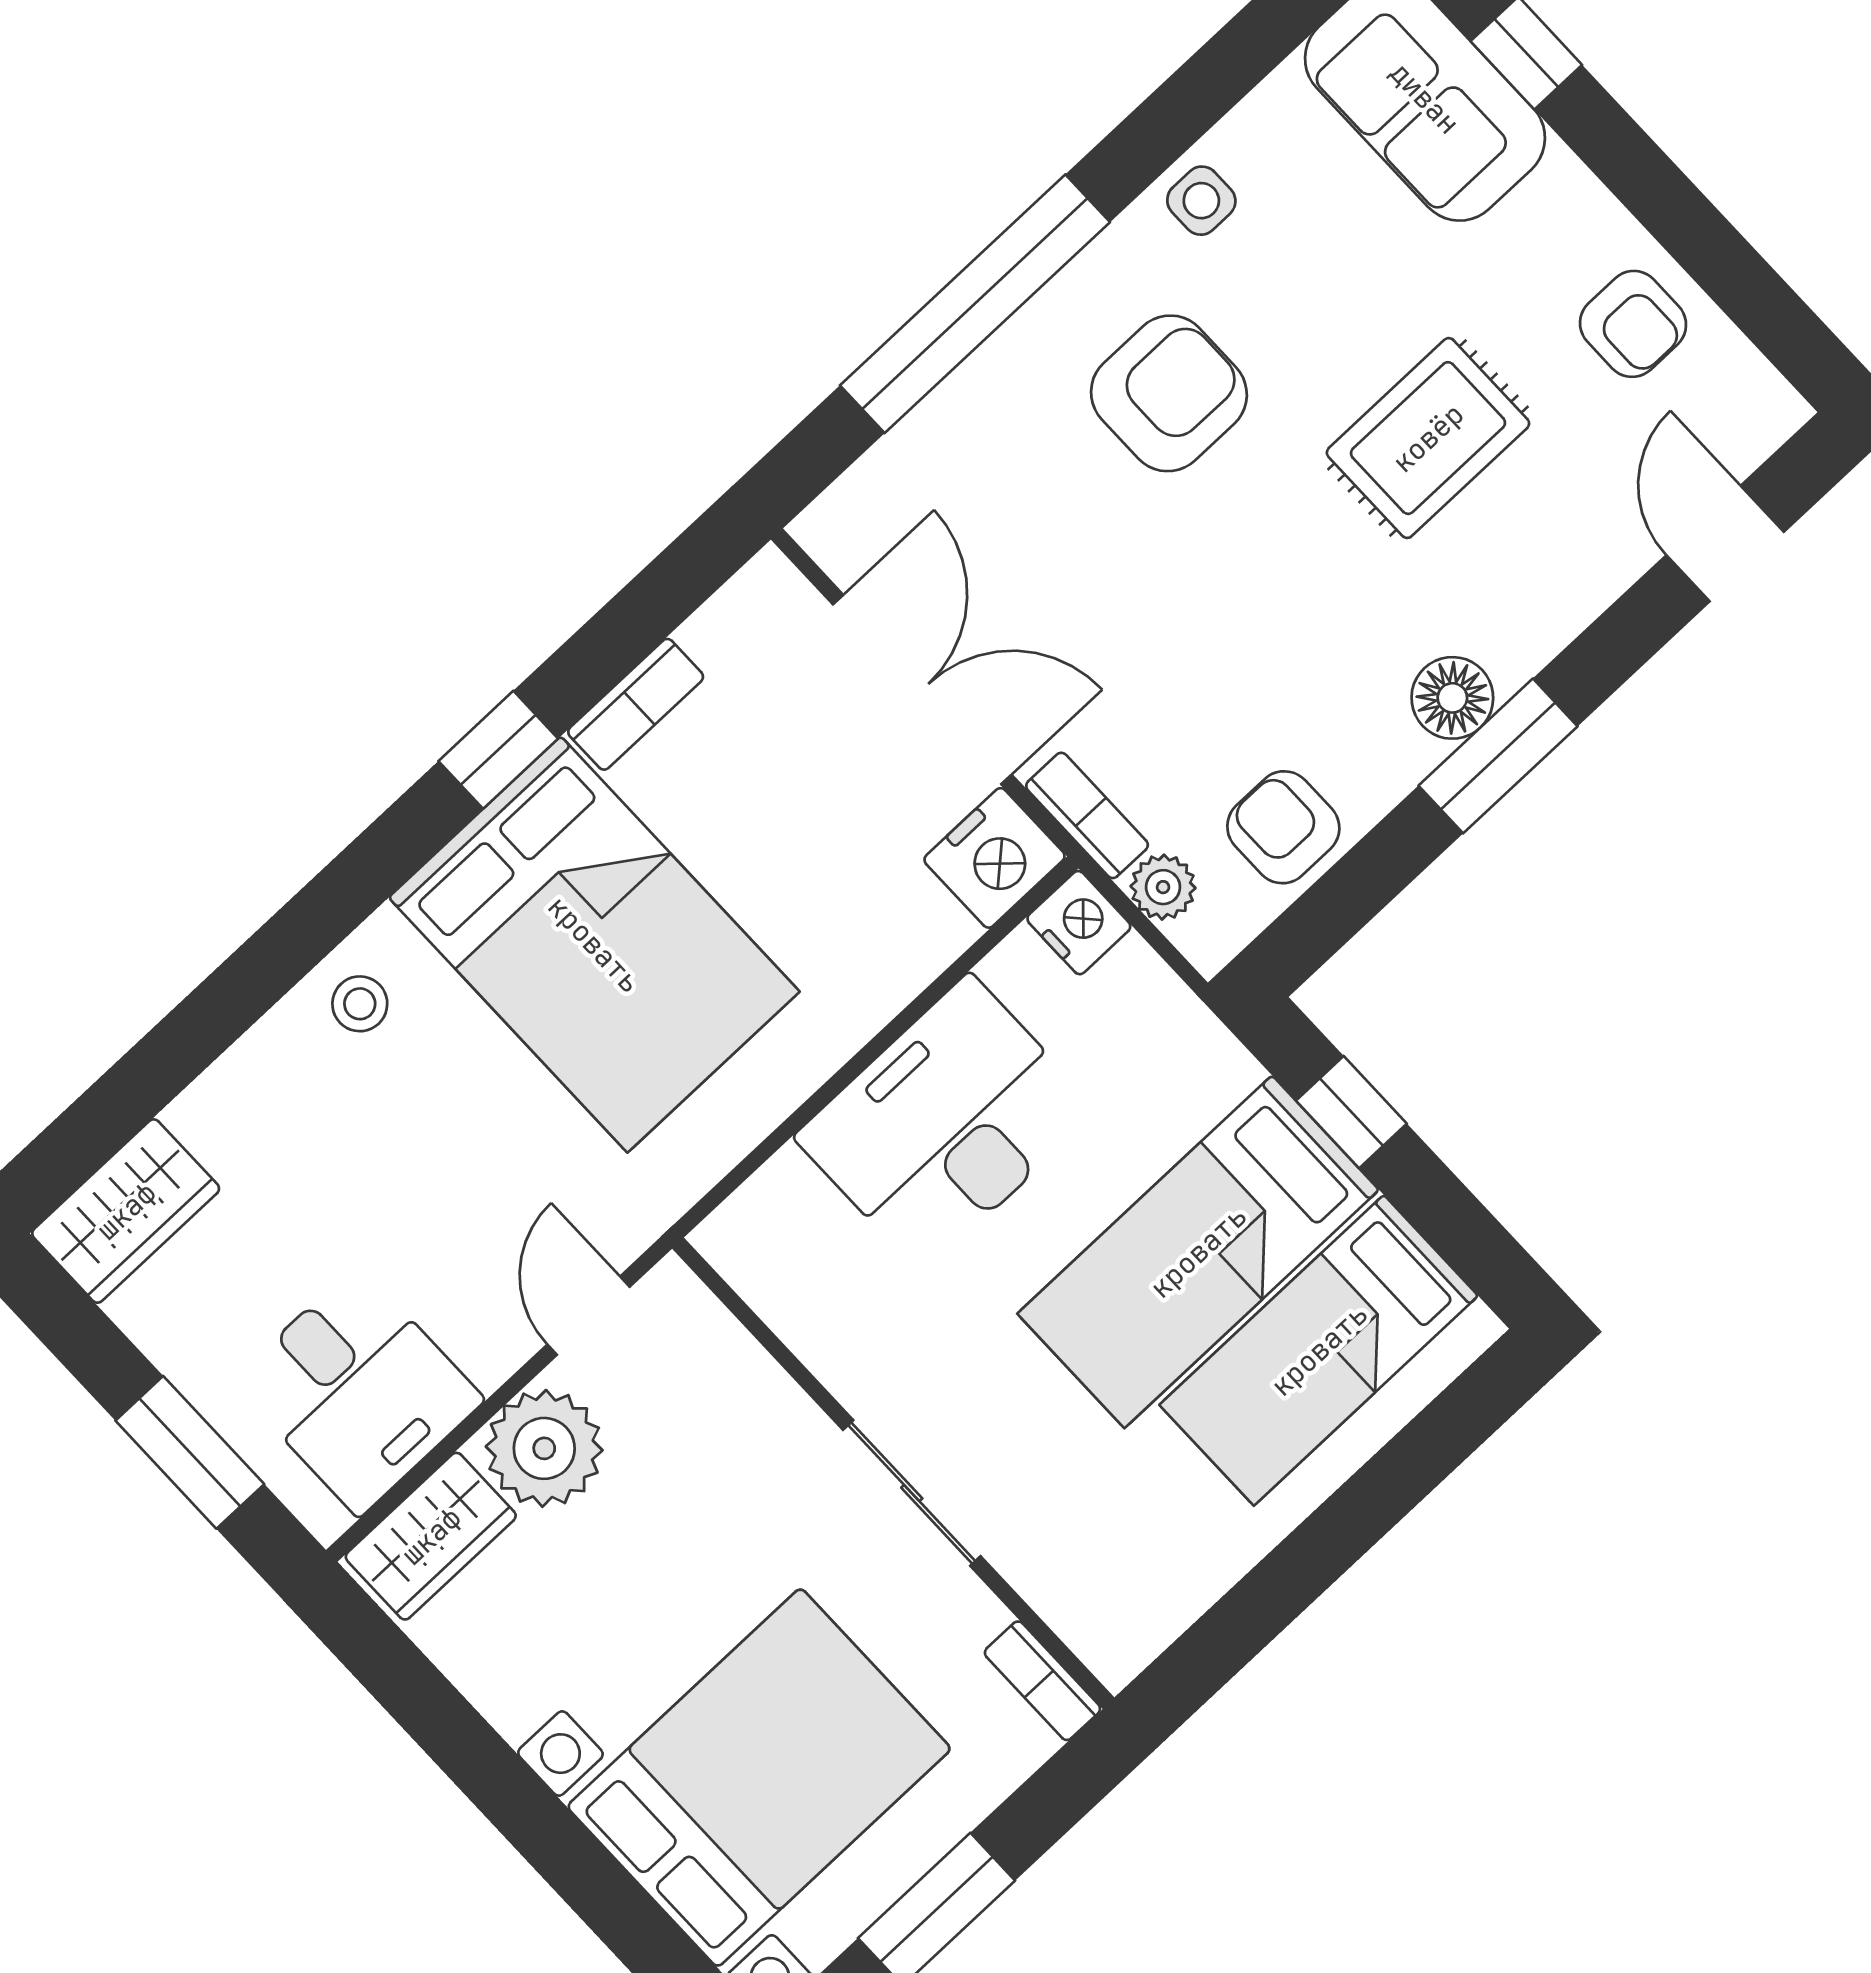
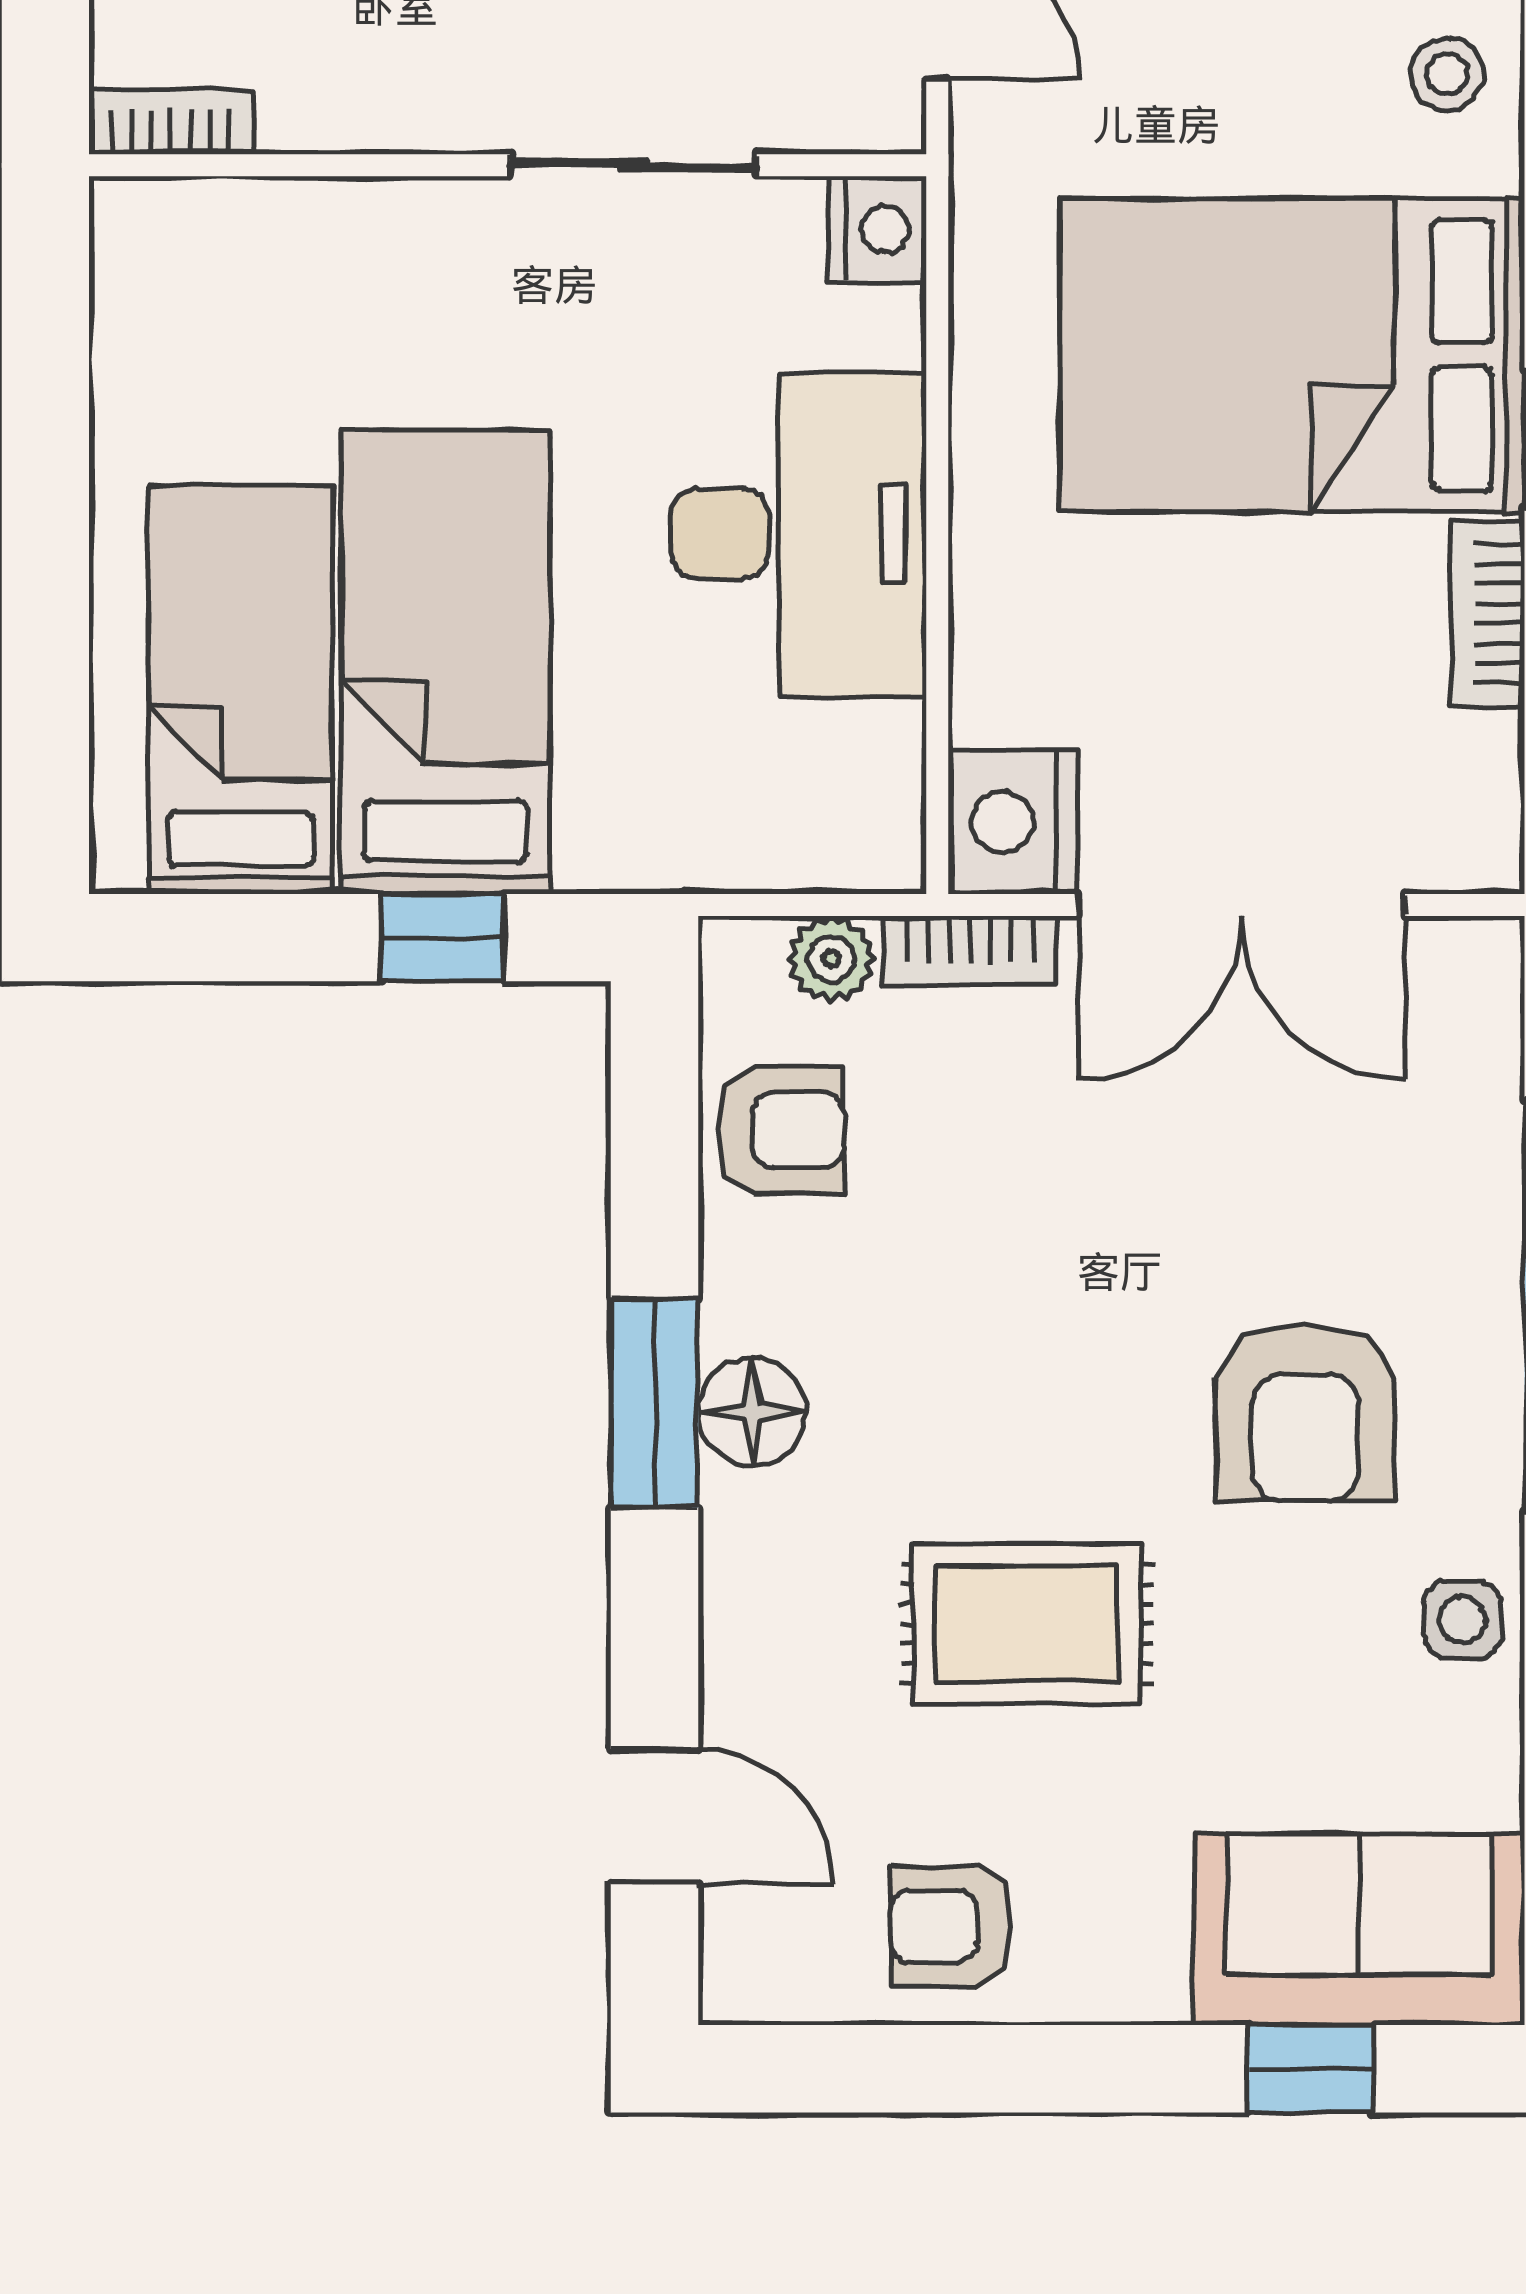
rug: (1428, 438) -> (1027, 1624), turned 90
nightstand: (1079, 923) -> (878, 229), moved, turned -90
sliding door: (912, 1493) -> (633, 165), moved

